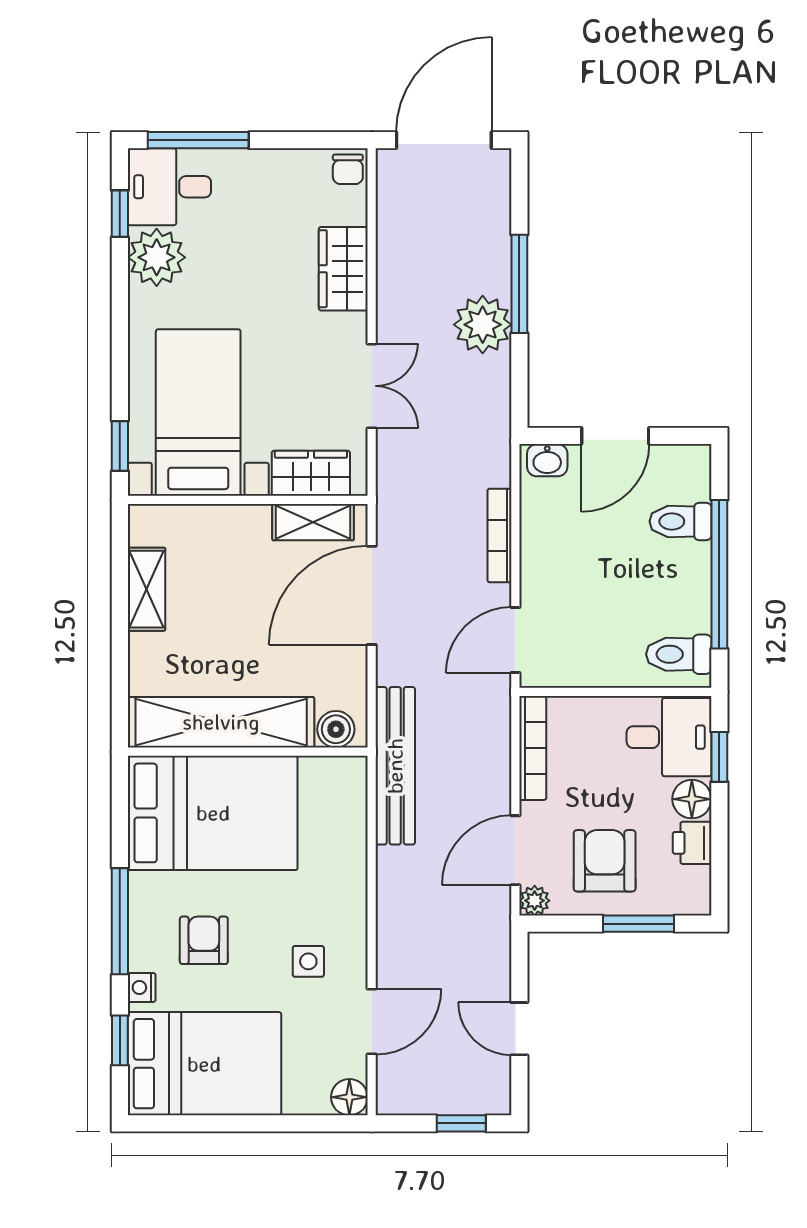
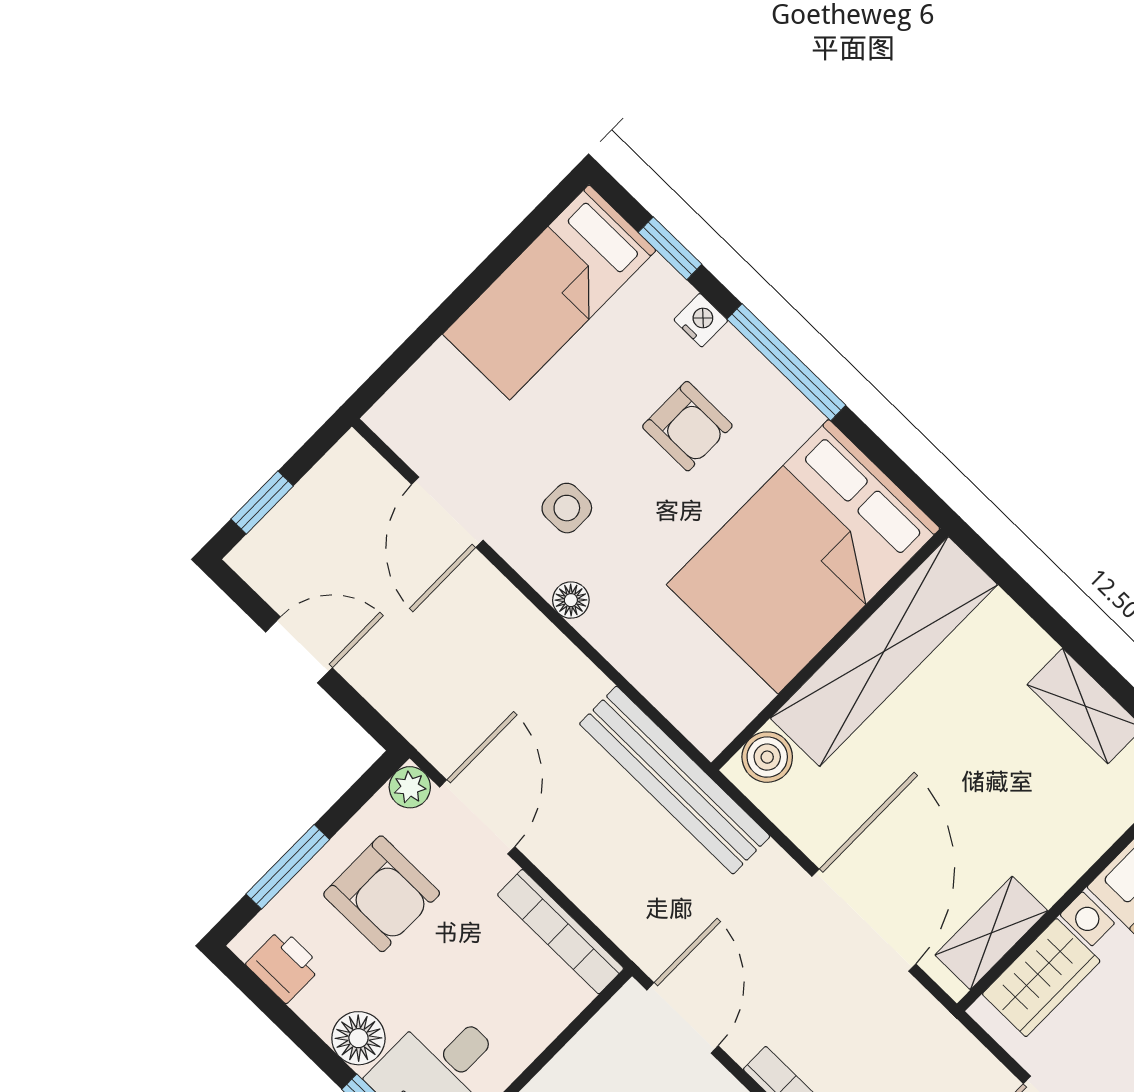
printer: (692, 843) -> (284, 965), moved
bed: (204, 1064) -> (549, 292), width x0.67
floor lamp: (349, 1097) -> (571, 600), moved, width x0.73, depth x0.73

